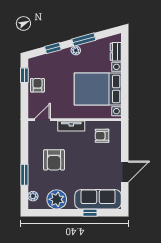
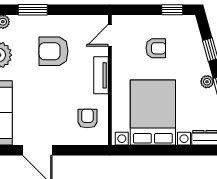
armchair: (37, 85) -> (156, 48), moved
door: (43, 120) -> (110, 35), swing flipped

